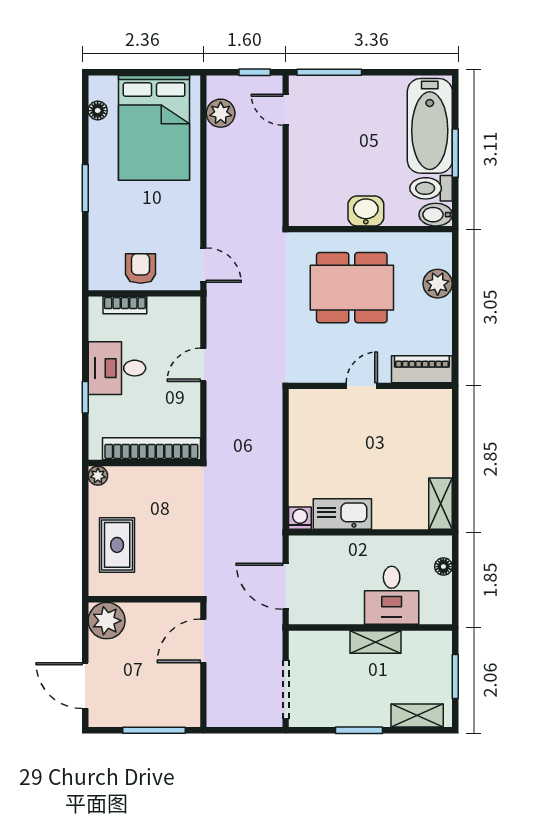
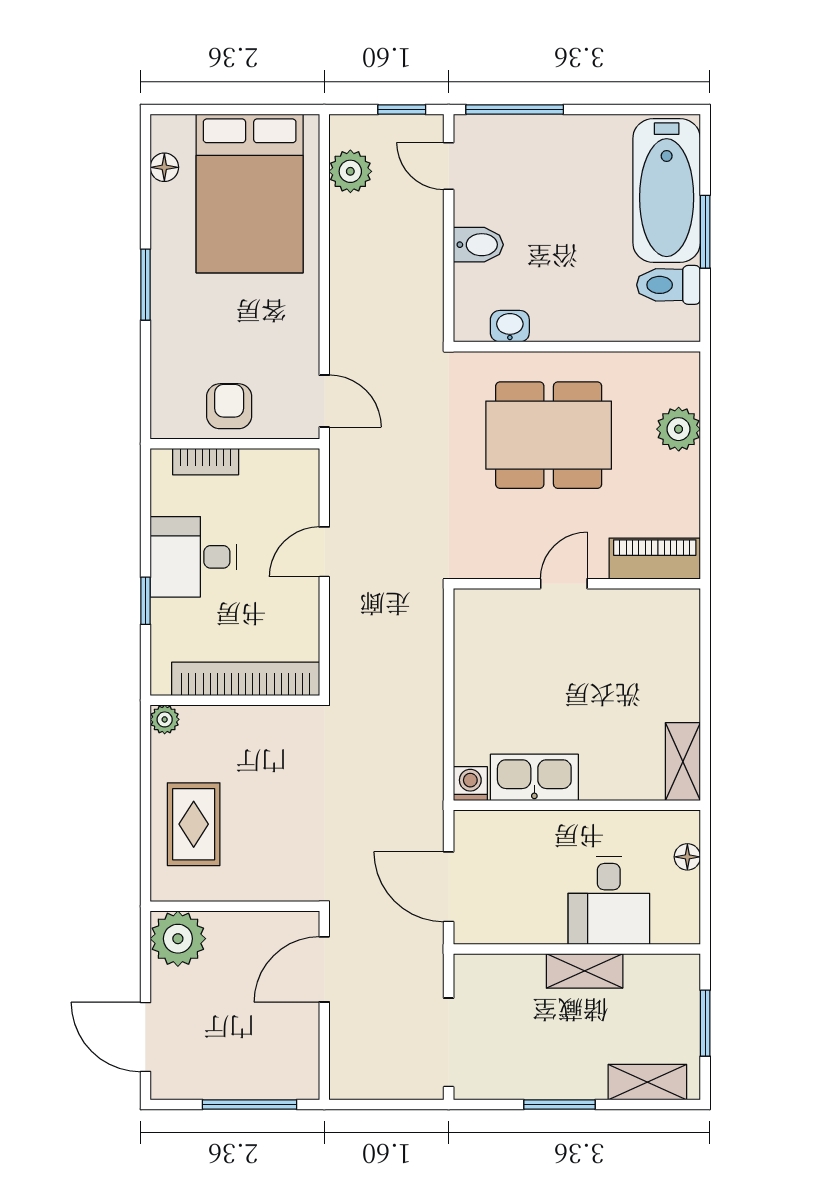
washbasin: (366, 211) -> (510, 326), moved, width x0.72, depth x0.69
bidet: (436, 215) -> (478, 245), moved, turned 180

